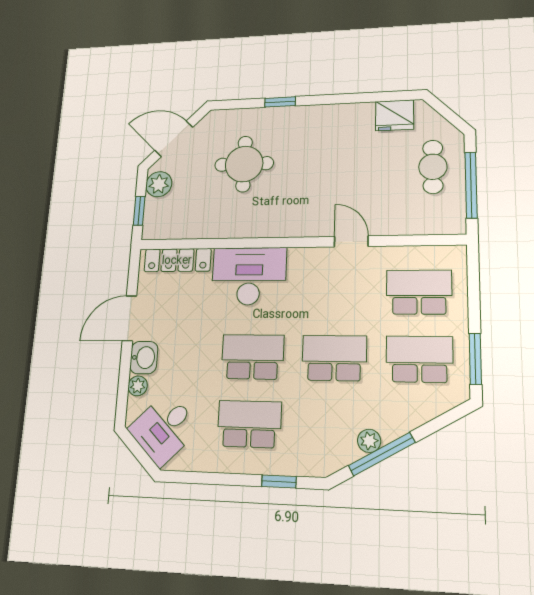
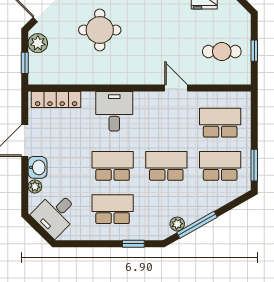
cafe table: (433, 167) -> (222, 52), moved, turned 90
window: (471, 185) -> (254, 51), width x0.46
desk: (249, 276) -> (114, 111), width x0.73
plant: (369, 441) -> (177, 224), moved

